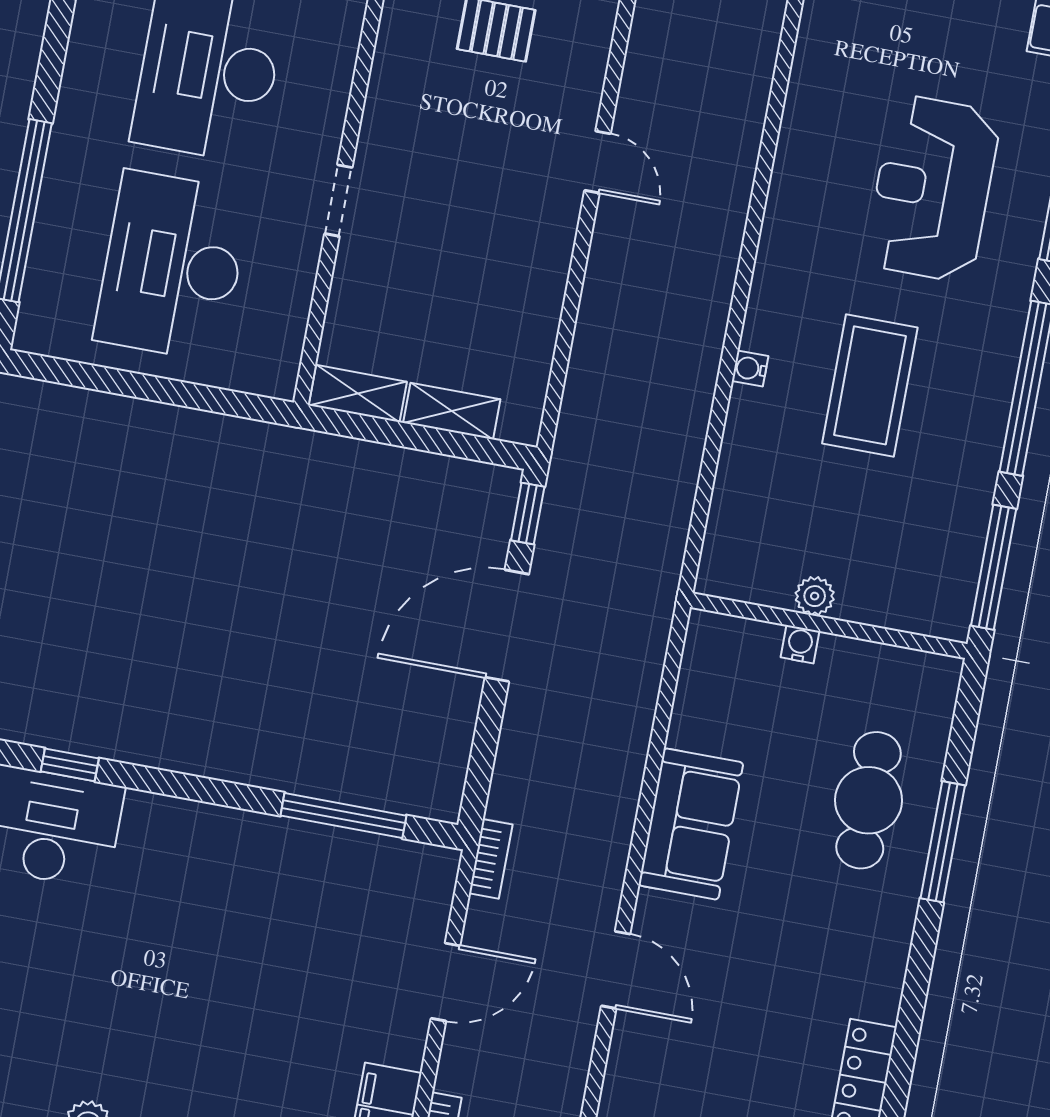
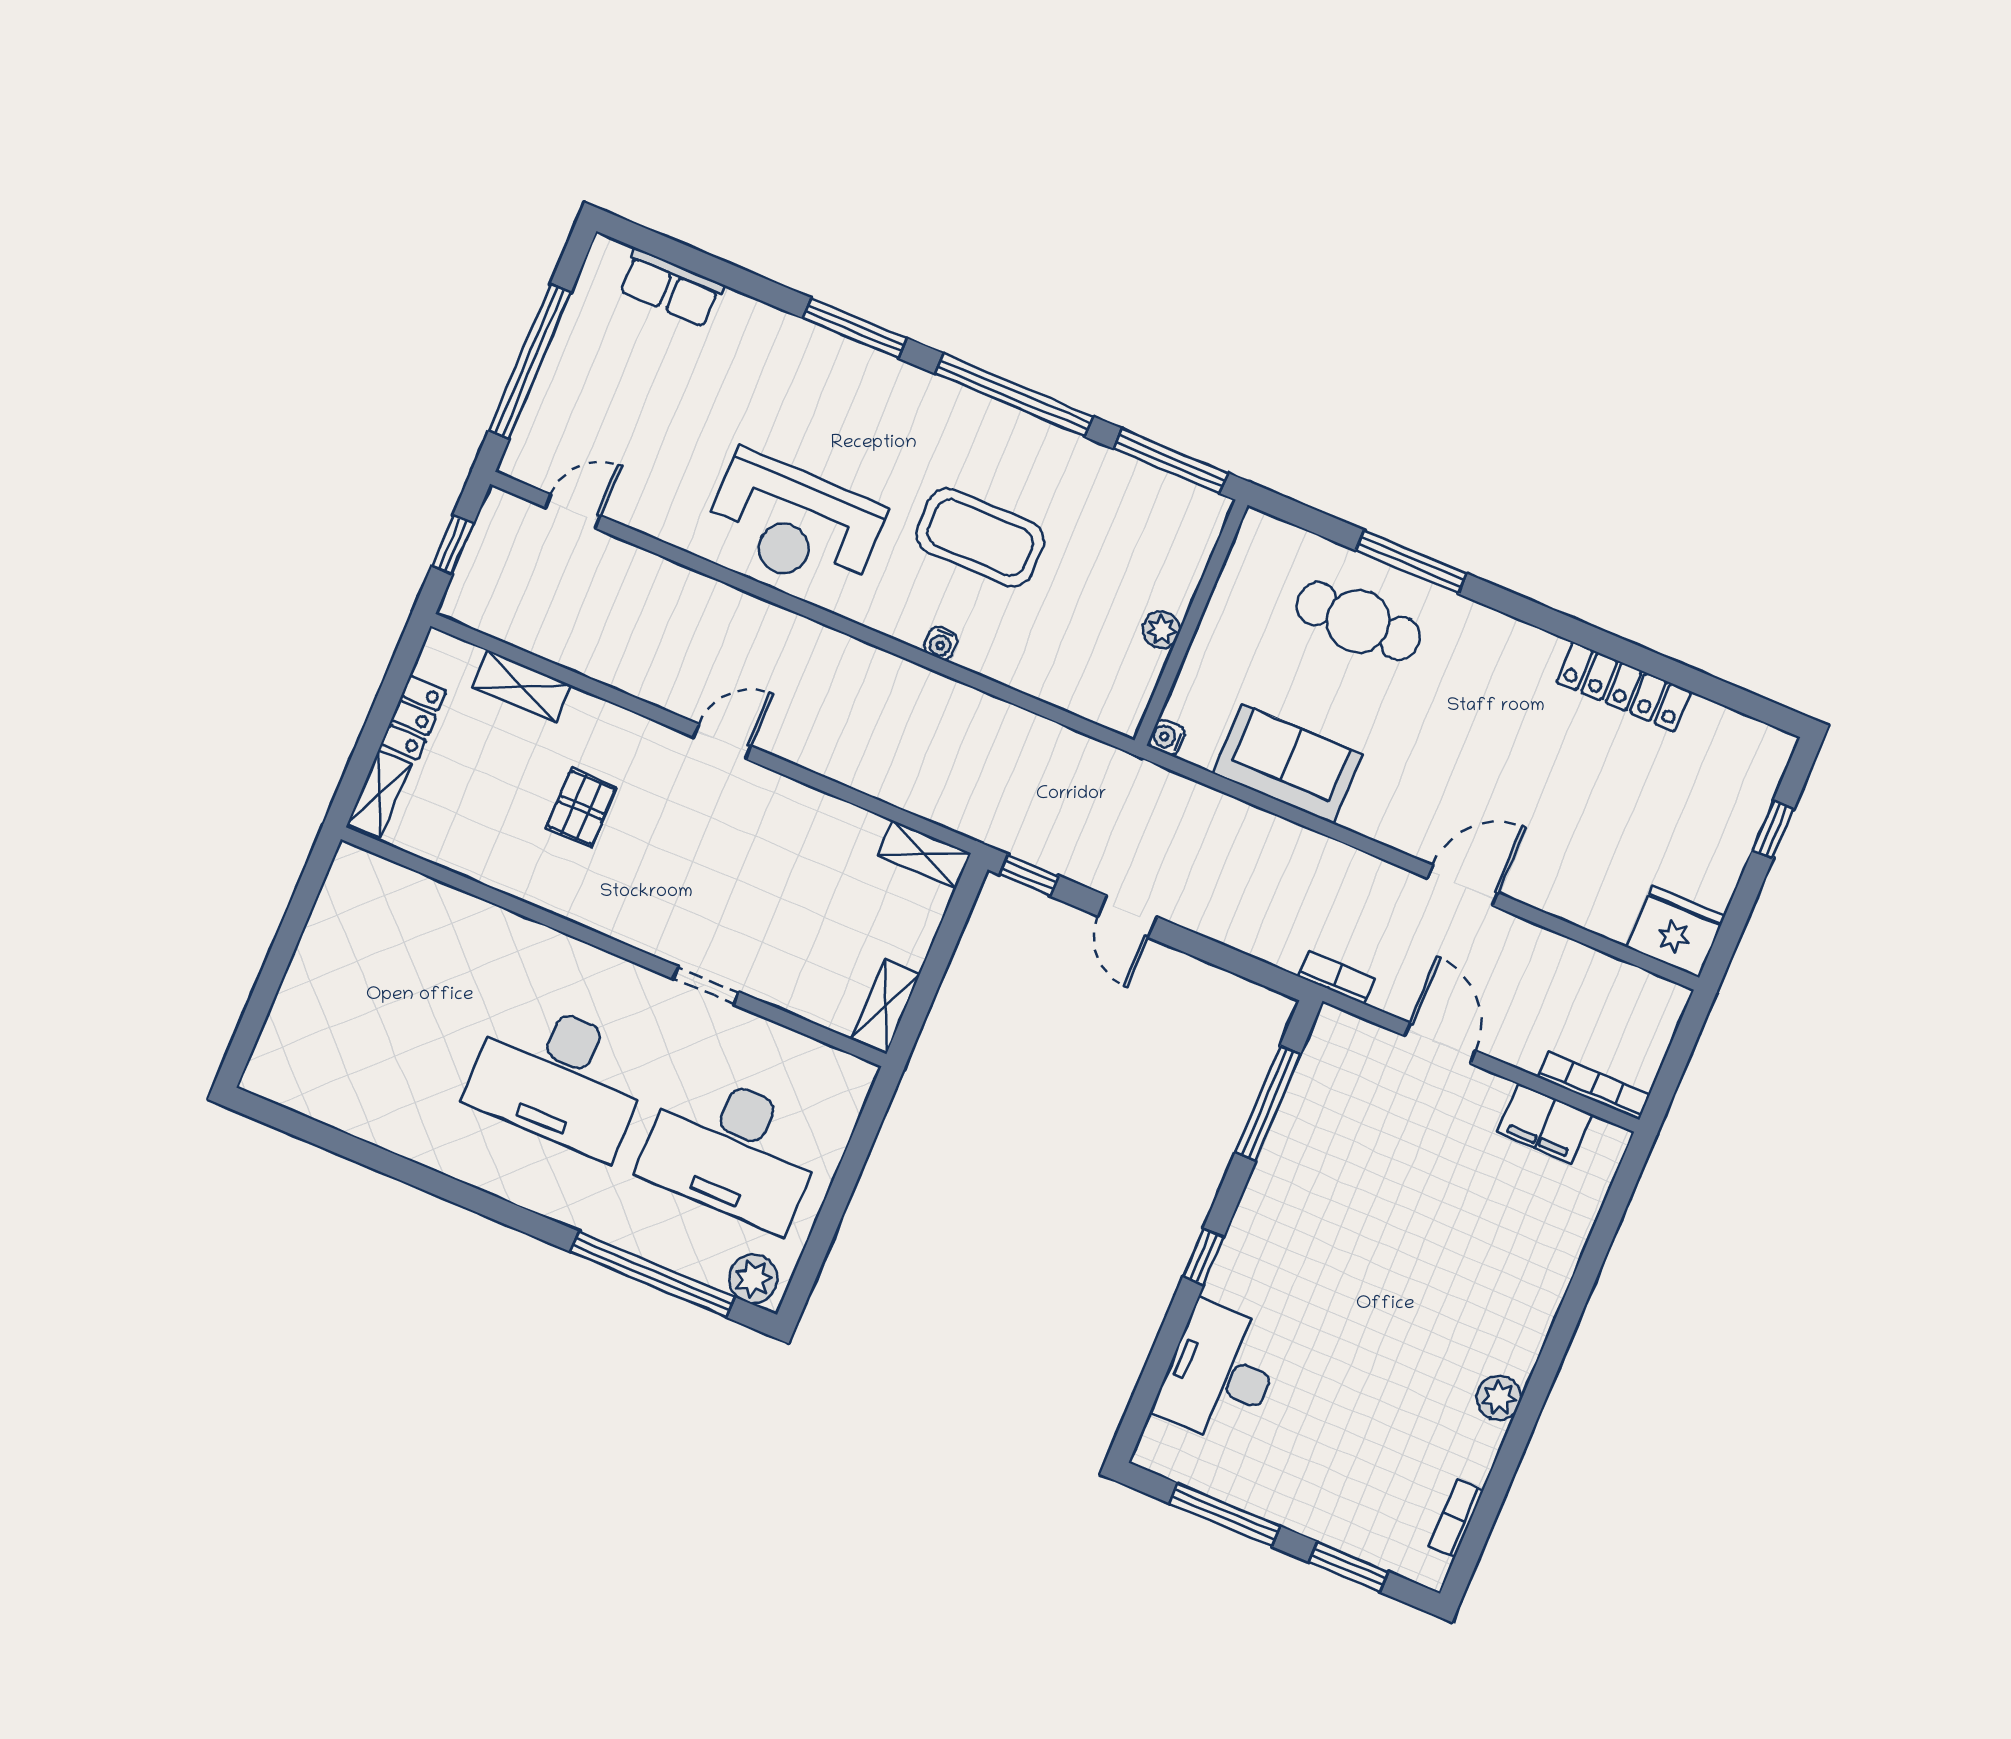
reception desk: (933, 188) -> (794, 524), moved
plant: (42, 317) -> (753, 1279), added
shelving: (452, 411) -> (924, 854), moved, turned 90
door: (507, 626) -> (1127, 916), width x0.53
water cooler: (800, 644) -> (1167, 737), moved
window: (70, 765) -> (1203, 1256), moved
sofa: (691, 824) -> (1287, 764), moved

